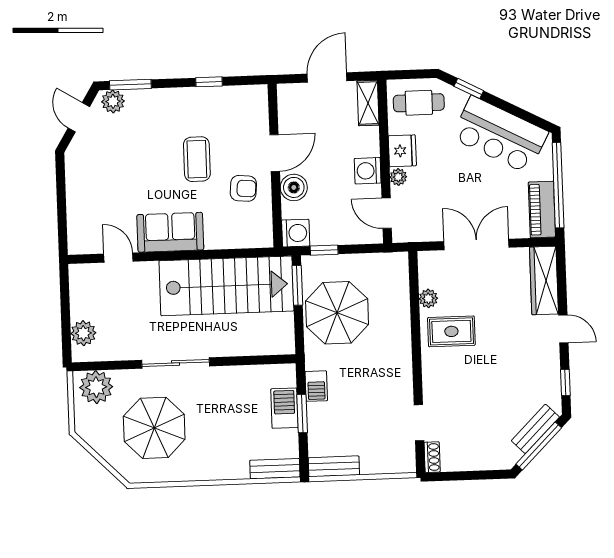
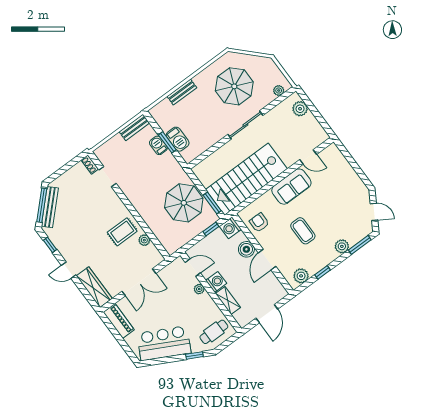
plant: (243, 98) -> (301, 276), added
plant: (113, 101) -> (342, 246), moved
shelving: (368, 103) -> (228, 300), moved
fridge: (402, 151) -> (206, 303), removed
window: (558, 185) -> (119, 338), removed
armchair: (243, 188) -> (259, 222), moved, turned 85
barbecue: (316, 386) -> (158, 145), moved
plant: (96, 387) -> (279, 90), width x0.53, depth x0.53
bench: (535, 429) -> (50, 207), width x1.36
bench: (275, 469) -> (182, 92), moved

